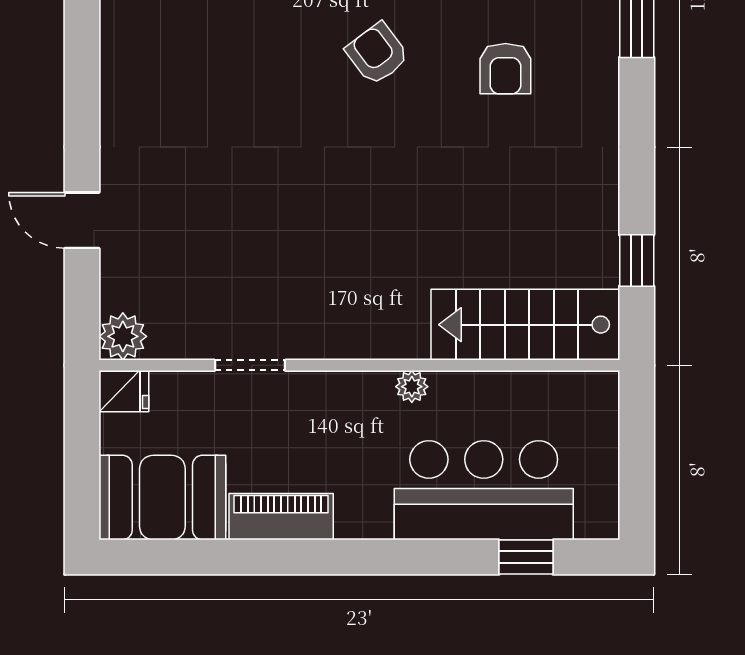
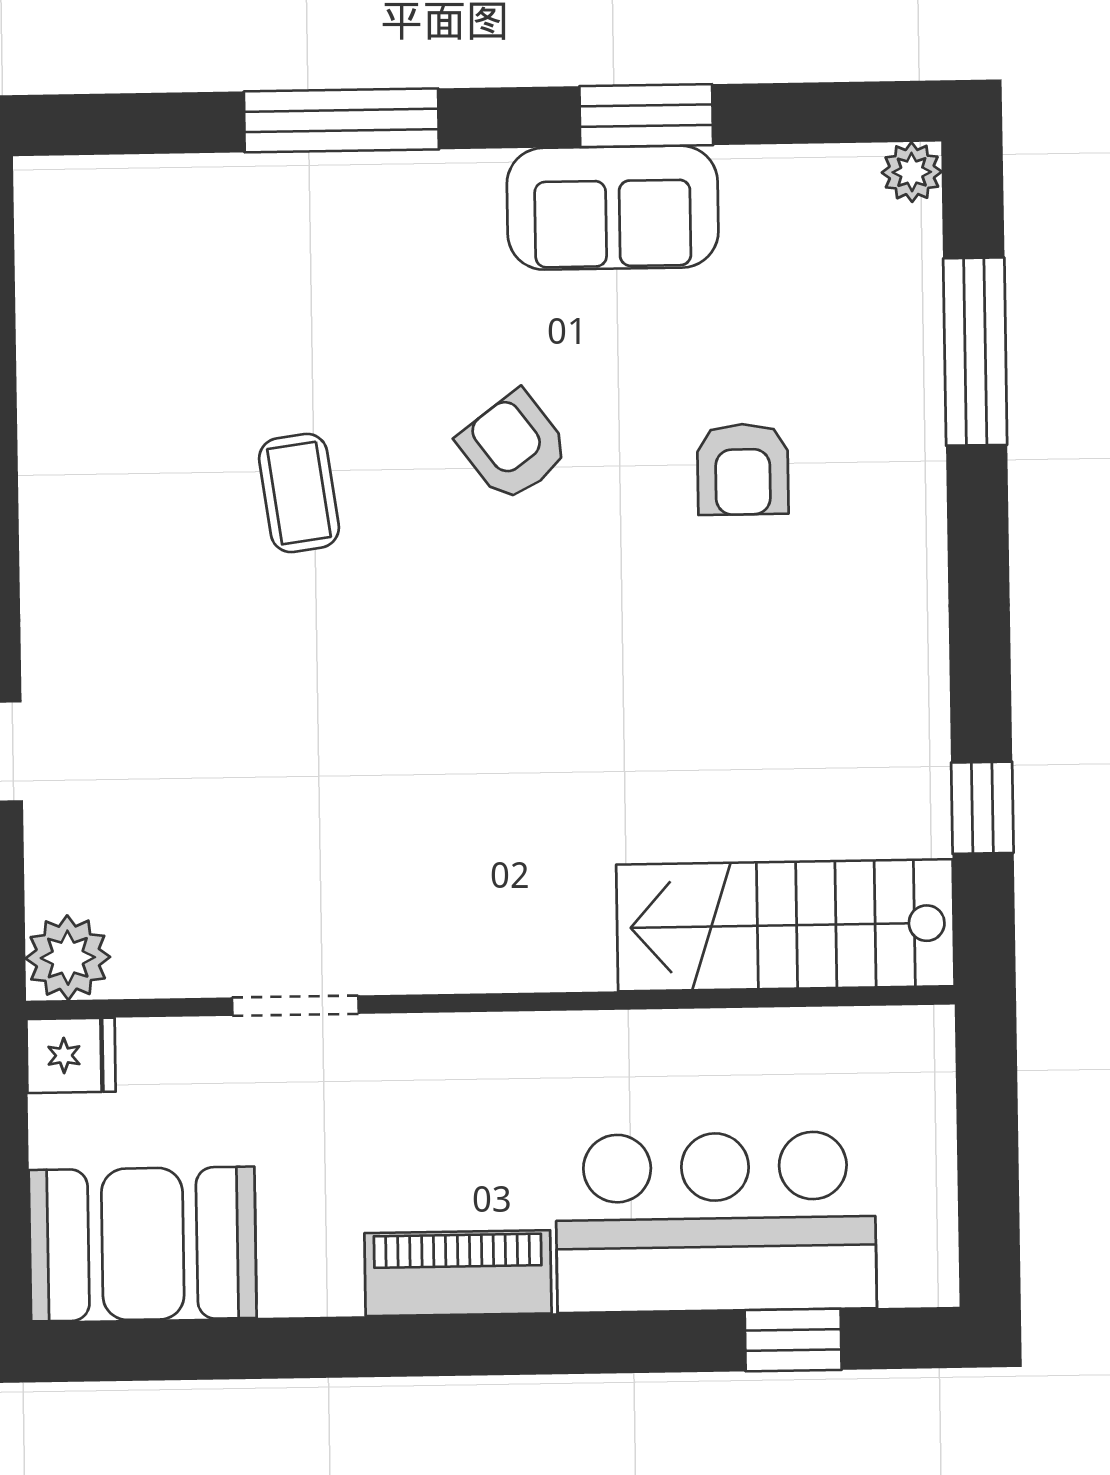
coffee table: (257, 78) -> (299, 493), added
plant: (412, 387) -> (585, 1039), removed
piano: (281, 517) -> (458, 1273), moved

